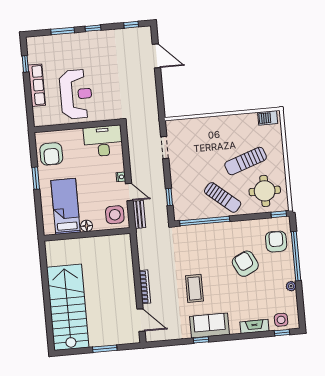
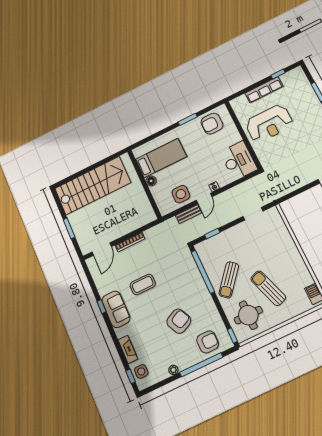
bed: (66, 206) -> (161, 158), moved
floor lamp: (87, 226) -> (151, 181), moved
wall: (87, 234) -> (144, 184), moved

